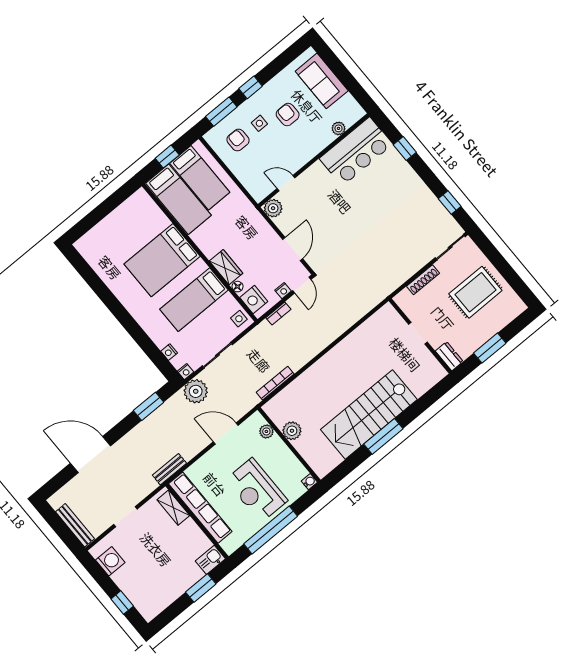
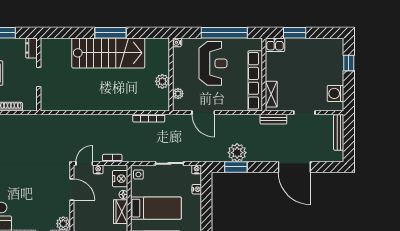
door: (293, 249) -> (72, 190), swing flipped
plant: (196, 391) -> (237, 153), moved
bench: (169, 469) -> (273, 119), moved

